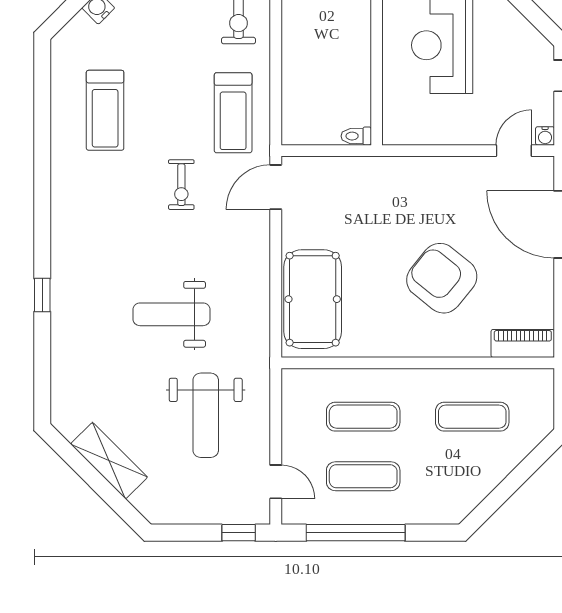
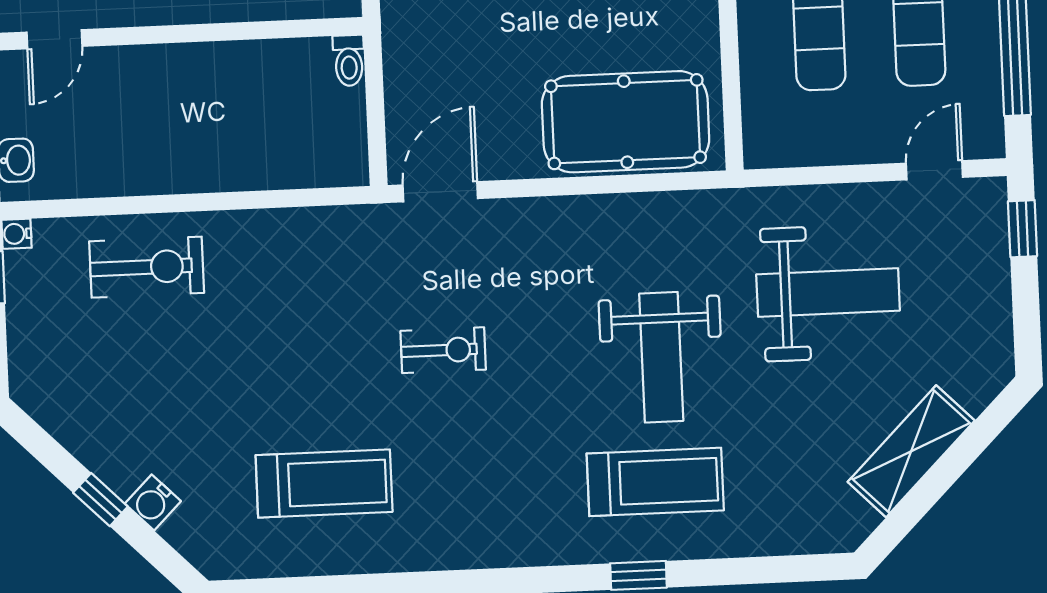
treadmill: (233, 113) -> (655, 482), moved
door: (276, 187) -> (440, 192), swing flipped

